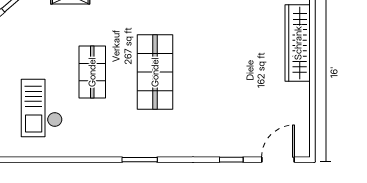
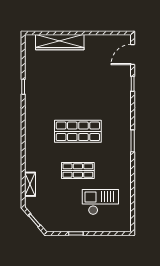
checkout: (42, 108) -> (100, 202), turned 180
door: (278, 160) -> (133, 55), hinge flipped

